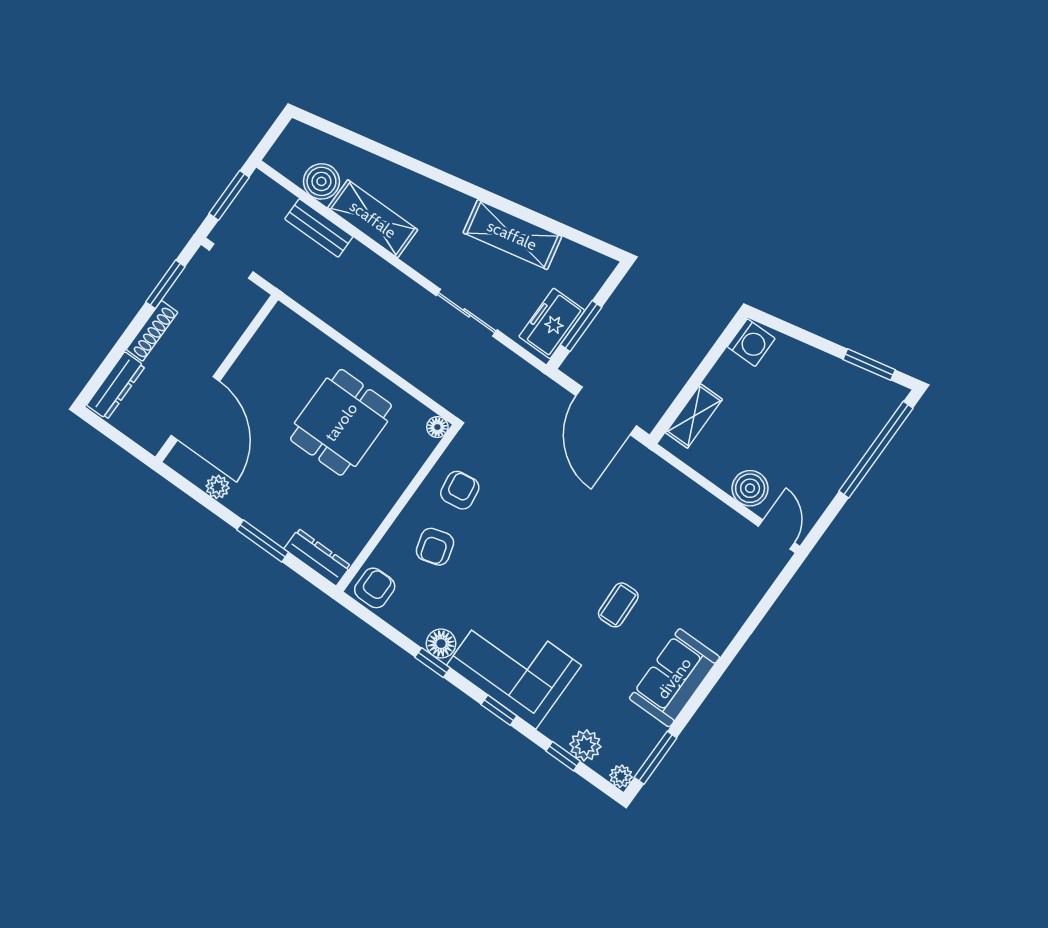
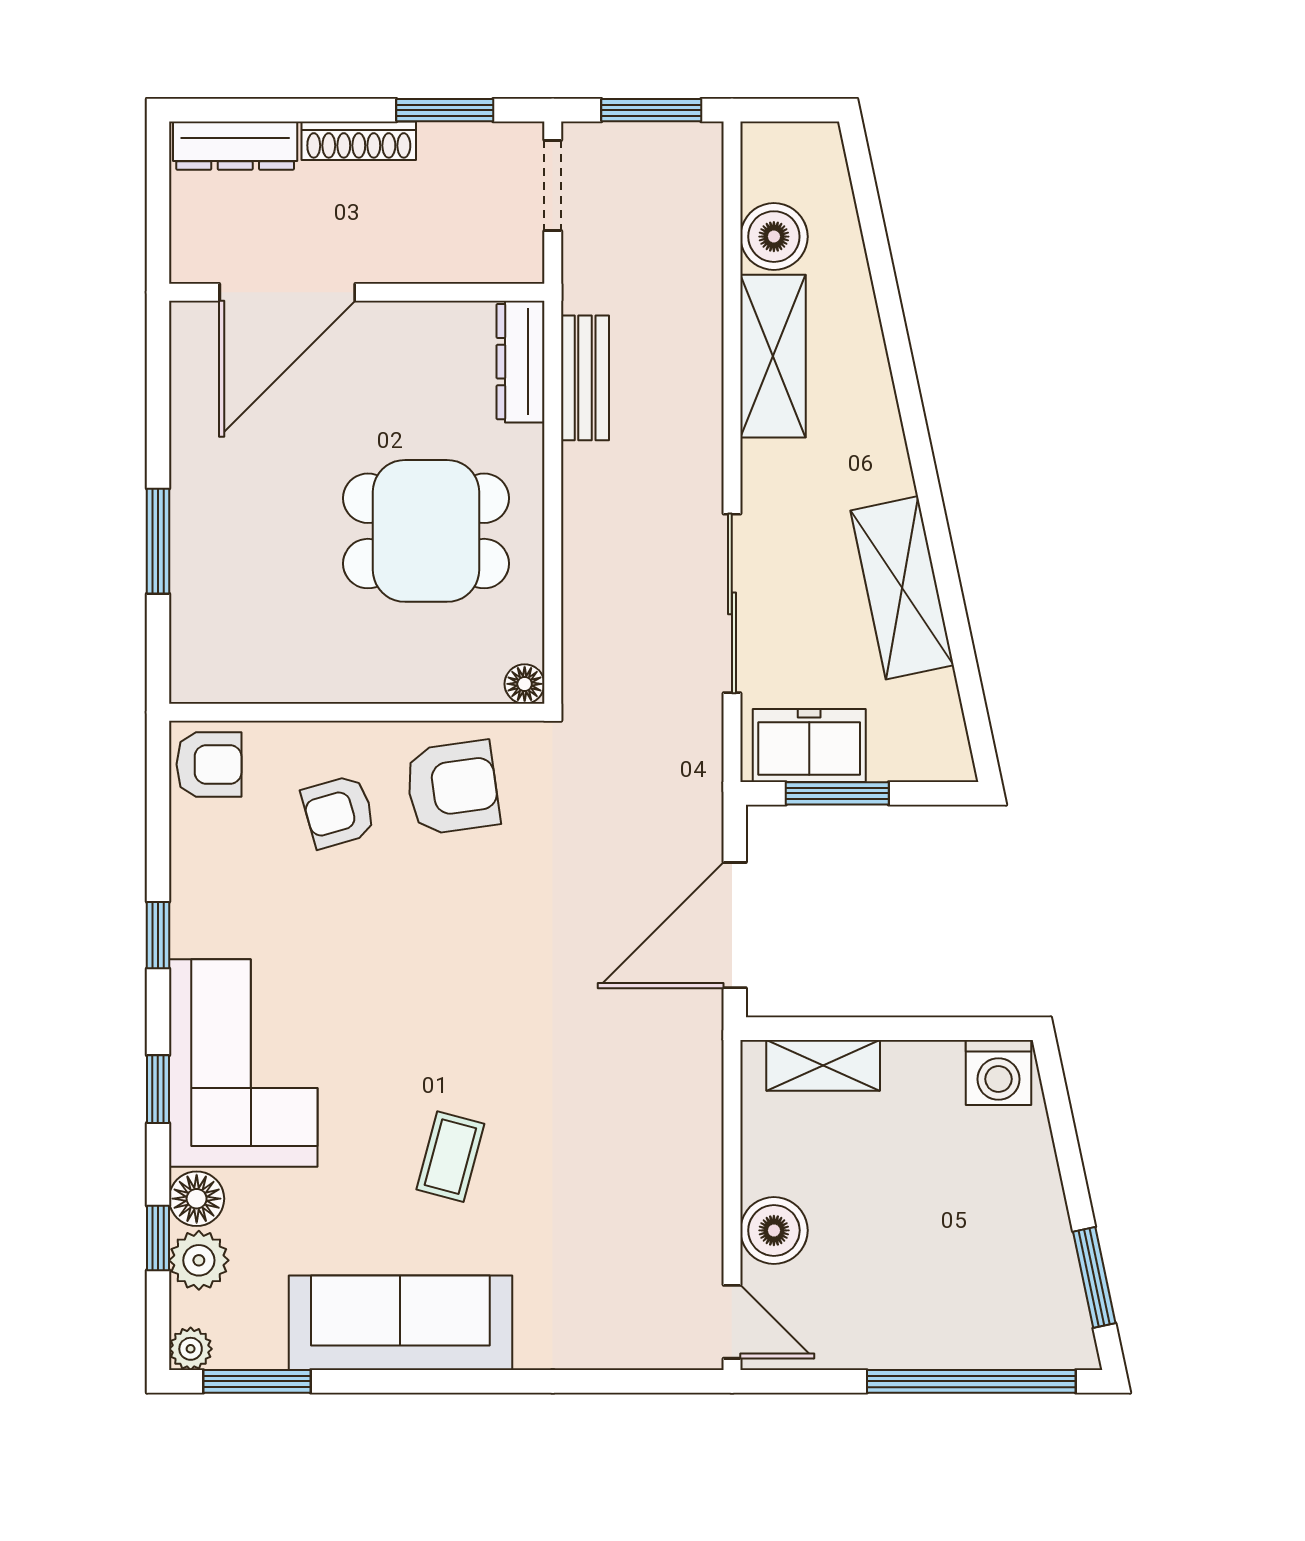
bench: (319, 228) -> (585, 378), moved
sliding door: (467, 313) -> (732, 603), width x1.37
plant: (218, 487) -> (191, 413), removed
armchair: (460, 490) -> (452, 788), width x1.38, depth x1.38
door: (776, 534) -> (732, 1322), hinge flipped
dresser: (317, 557) -> (520, 362), moved, turned 180
coffee table: (618, 605) -> (450, 1157), turned -73
floor lamp: (441, 644) -> (197, 1199), moved
sofa: (674, 678) -> (400, 1323), width x1.36

